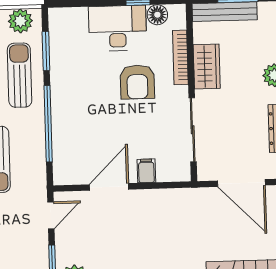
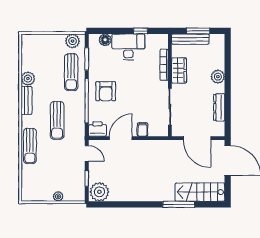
floor lamp: (157, 15) -> (105, 40), moved
sun lounger: (20, 75) -> (71, 72), turned 180
armchair: (137, 82) -> (106, 91), moved
printer: (68, 172) -> (97, 129), added
door: (51, 215) -> (87, 153), hinge flipped

